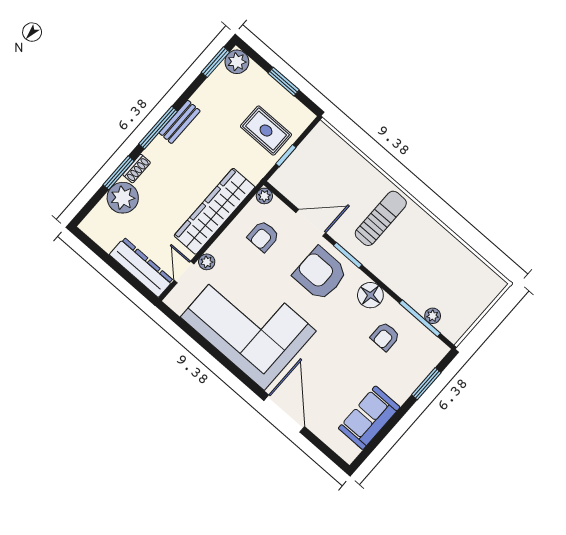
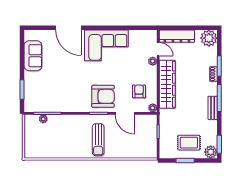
rug: (266, 131) -> (189, 143), moved
plant: (123, 198) -> (209, 38), moved
door: (311, 223) -> (125, 113), hinge flipped
floor lamp: (370, 295) -> (75, 105), removed
corner sofa: (248, 324) -> (106, 45), width x0.73, depth x0.74
armchair: (385, 336) -> (55, 94), removed

